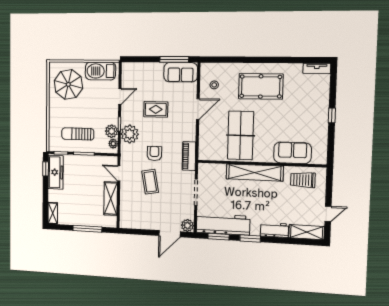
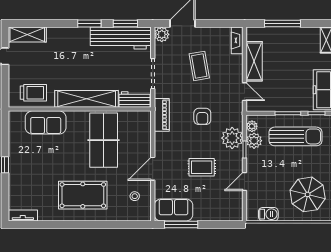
barbecue: (100, 71) -> (268, 214), width x0.53, depth x0.65
sun lounger: (78, 134) -> (296, 136), width x1.36, depth x1.34
coffee table: (150, 182) -> (199, 66), moved
fireplace: (124, 217) -> (237, 40), added
workbench: (274, 230) -> (135, 100), moved, turned 180

